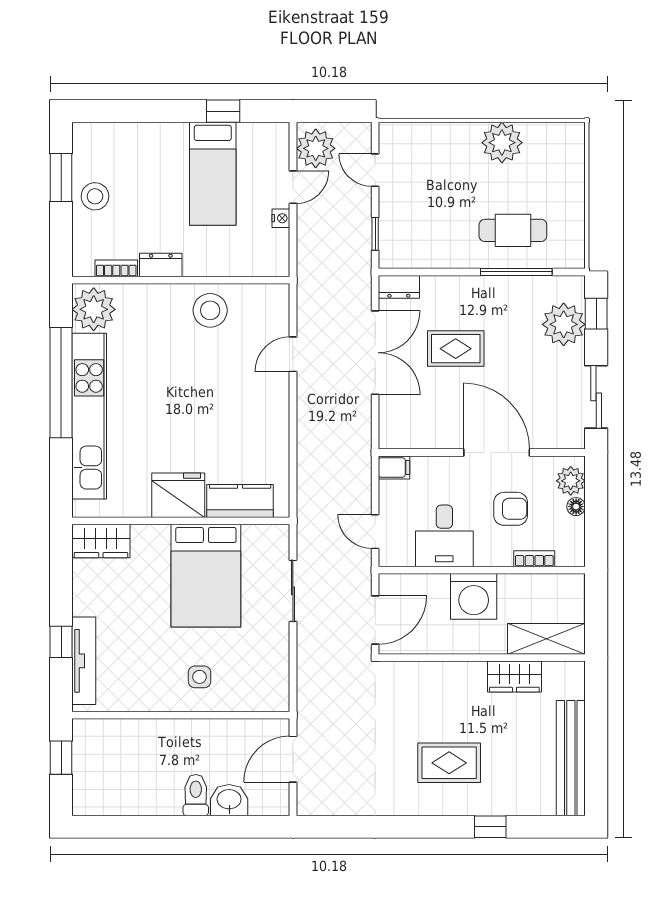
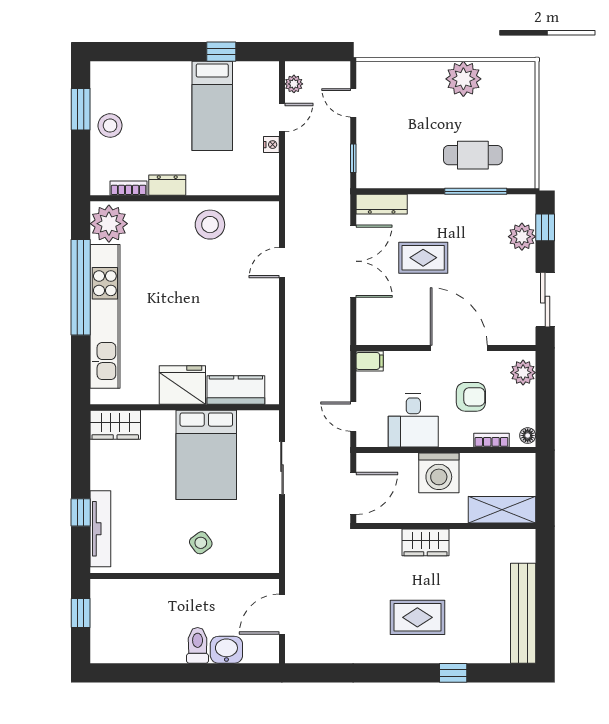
plant: (316, 148) -> (294, 84), width x0.53, depth x0.53
dresser: (399, 287) -> (382, 204), width x1.44
plant: (564, 324) -> (522, 237), width x0.73, depth x0.73
floor lamp: (576, 507) -> (528, 436), moved
side table: (200, 677) -> (201, 543), turned -36
wardrobe: (514, 677) -> (426, 542), moved

